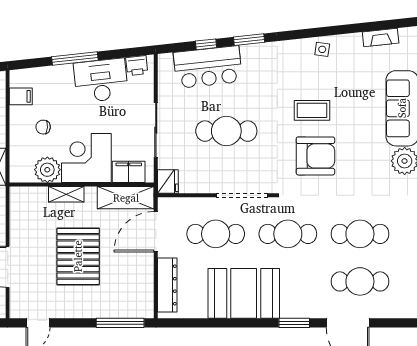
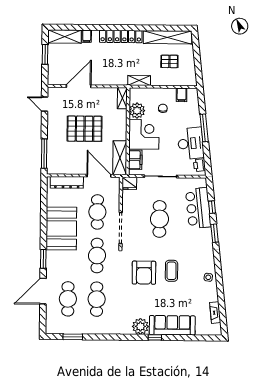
shelving: (66, 194) -> (122, 98), moved

